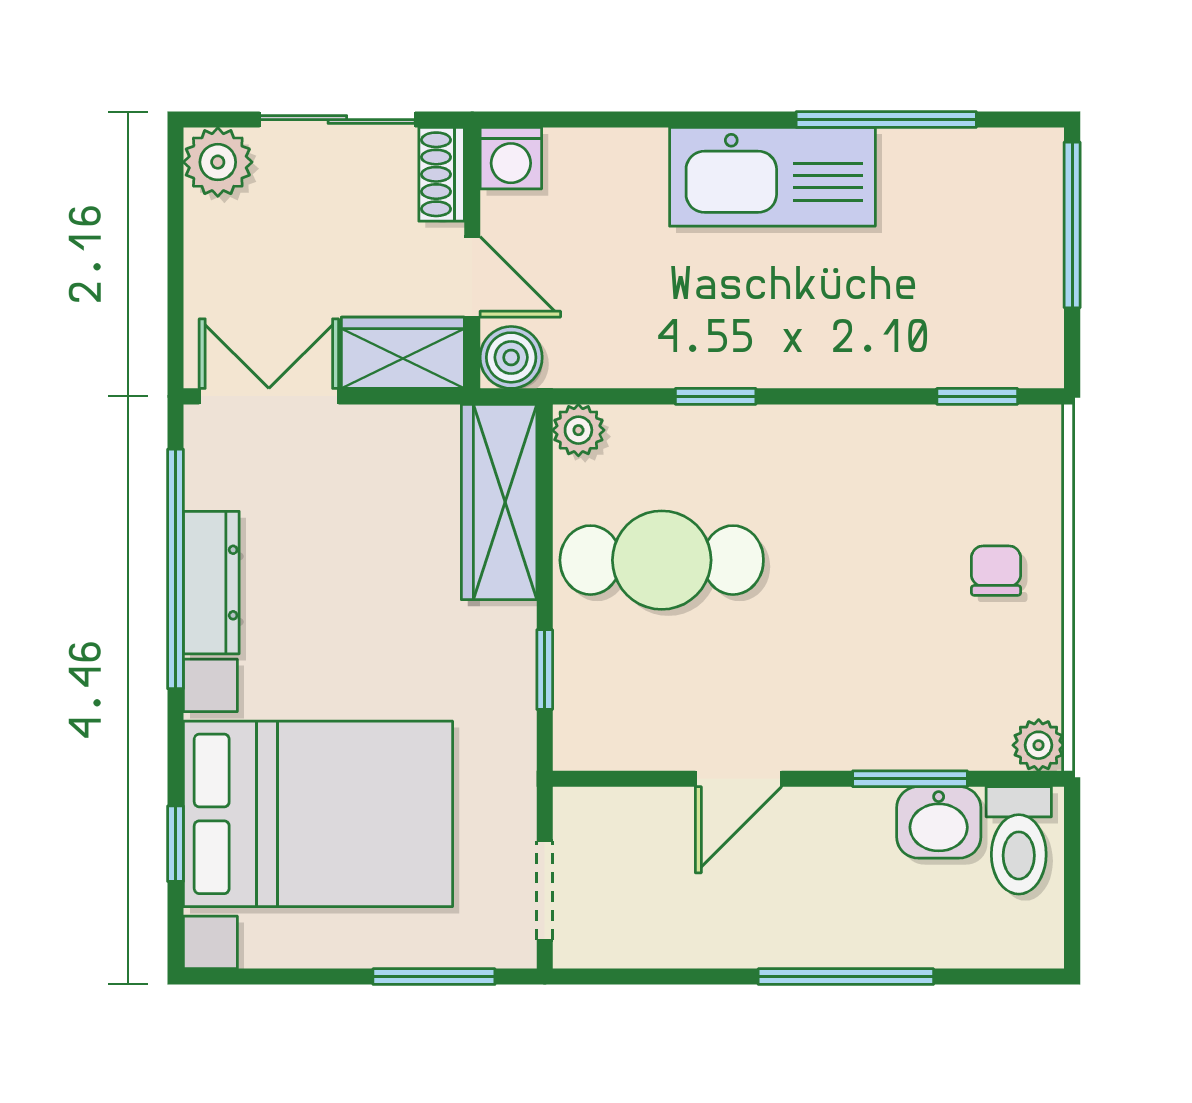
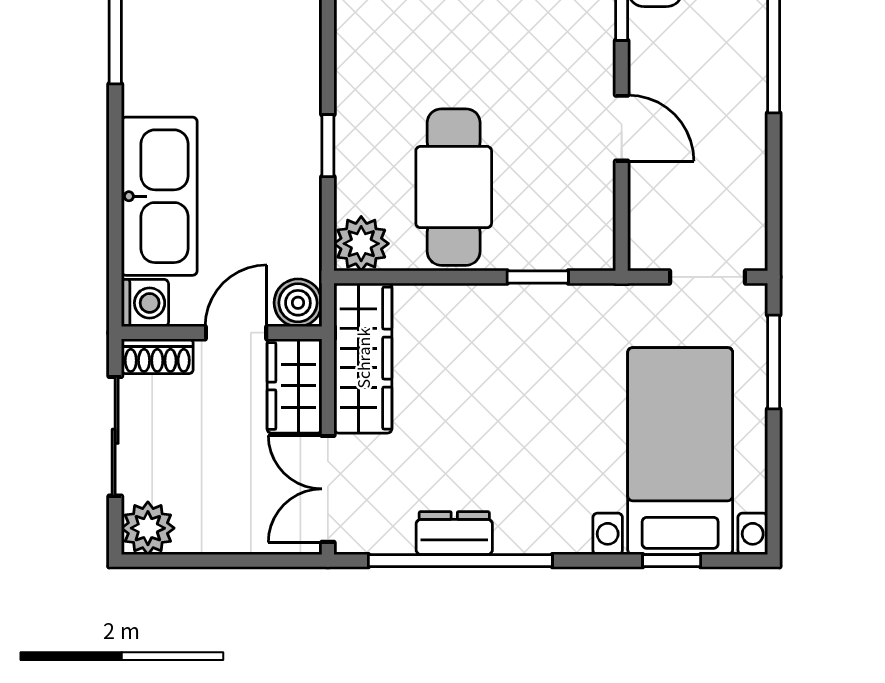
kitchen sink: (772, 177) -> (159, 196), moved
plant: (578, 430) -> (361, 244), width x1.38, depth x1.38
wardrobe: (499, 502) -> (363, 358), moved, turned -90
dresser: (211, 583) -> (454, 533), width x0.70
bed with nightstands: (318, 814) -> (680, 451), width x0.73

